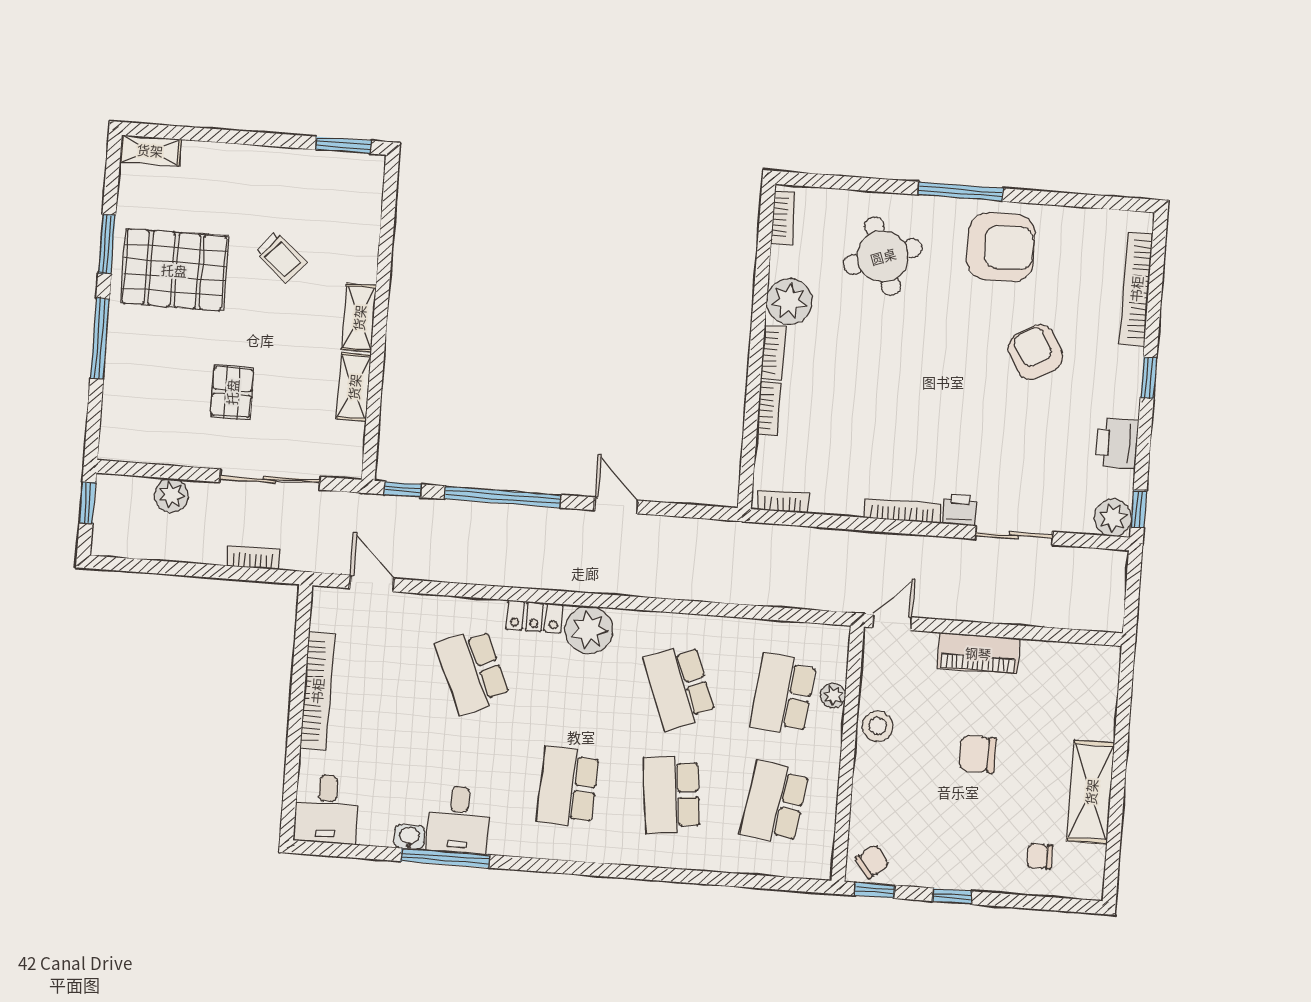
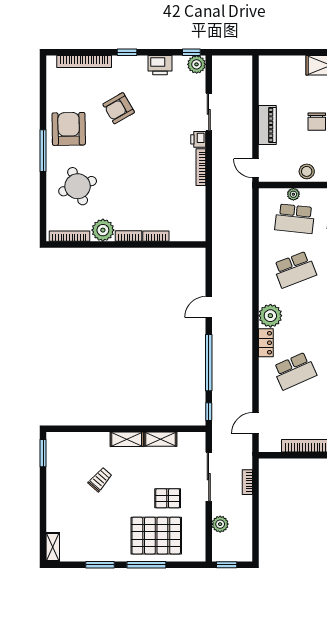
bookcase: (783, 217) -> (69, 236), width x1.56
pallet: (174, 270) -> (156, 536), moved, turned 90
bookcase: (783, 501) -> (201, 226), removed

